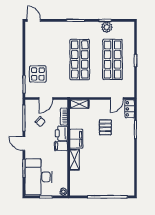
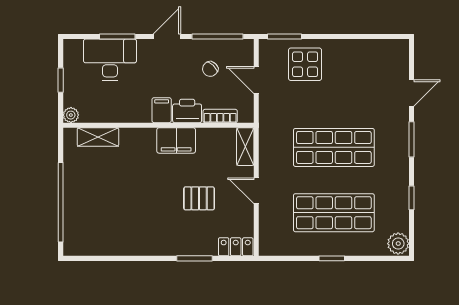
door: (34, 20) -> (411, 93), moved
plant: (107, 27) -> (398, 244), moved
door: (117, 99) -> (256, 191), moved
shelving: (74, 160) -> (98, 137), moved
desk: (39, 177) -> (110, 60), width x0.73, depth x0.77

